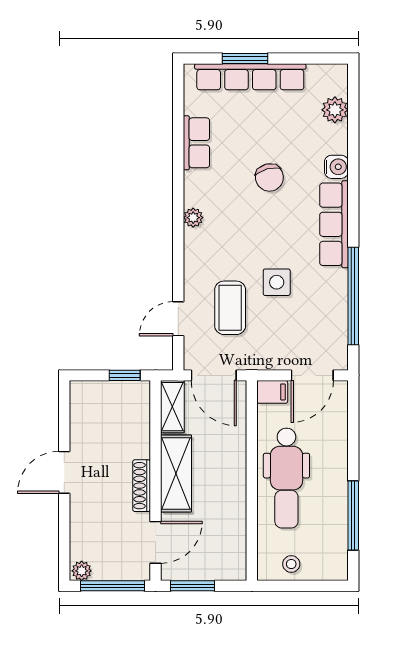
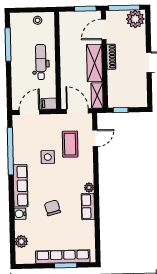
row of seats: (196, 143) -> (88, 207), moved
dental chair: (286, 478) -> (41, 62), width x0.73, depth x0.72
plant: (82, 571) -> (135, 19), width x1.88, depth x1.88

